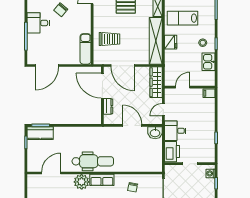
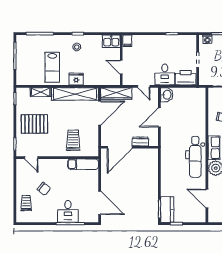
desk: (38, 23) -> (68, 211), moved
kitchen sink: (209, 62) -> (111, 41), moved
door: (123, 66) -> (100, 113), moved
dental chair: (93, 161) -> (195, 157), turned 180

